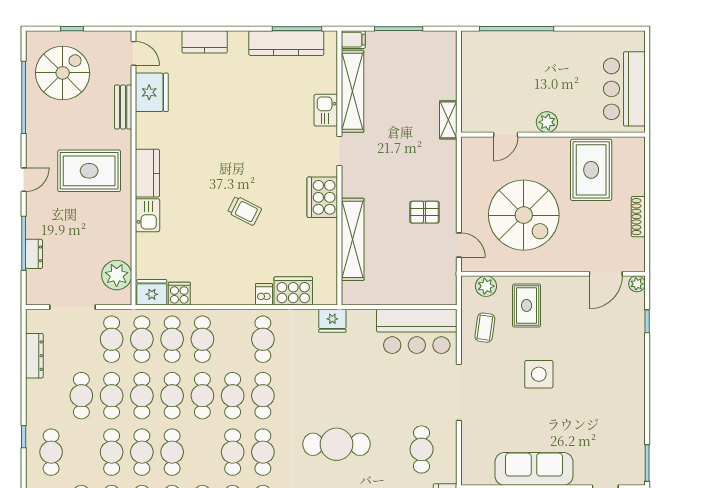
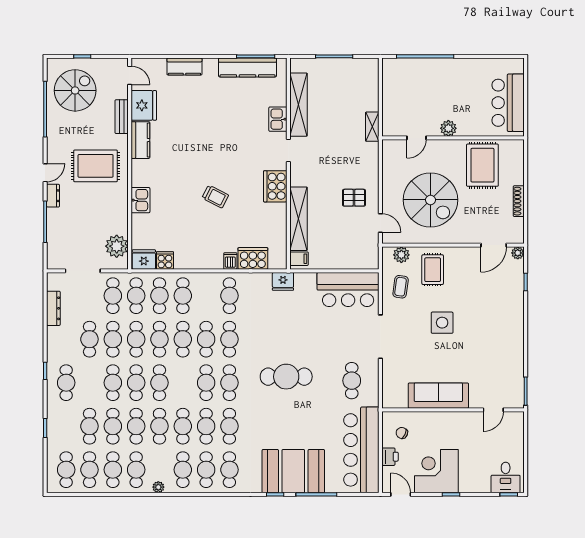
filing cabinet: (353, 40) -> (299, 259), moved
kitchen counter: (147, 173) -> (140, 140), moved
dresser: (34, 254) -> (53, 196), moved

